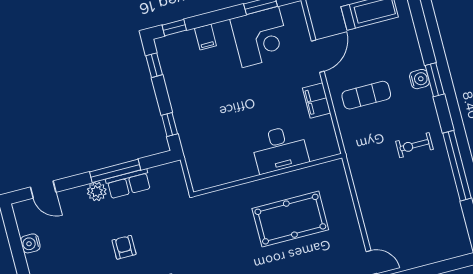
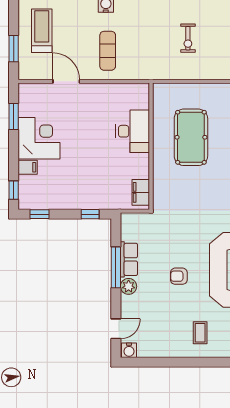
corner desk: (260, 37) -> (39, 138), moved
filing cabinet: (317, 100) -> (141, 192), moved, turned 90
exercise bike: (414, 145) -> (188, 38), moved
water cooler: (30, 243) -> (129, 350), moved

